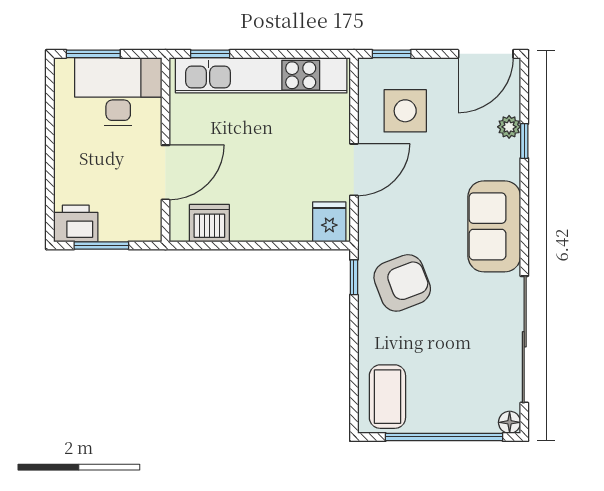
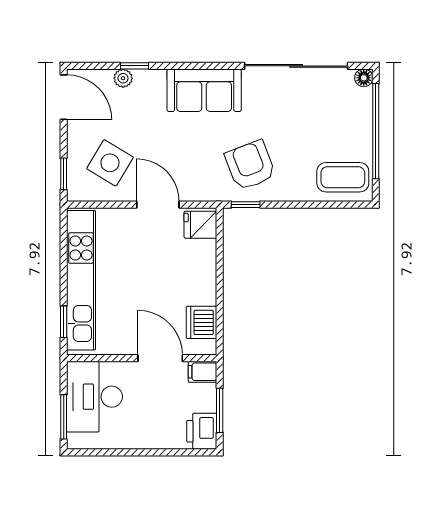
side table: (405, 111) -> (110, 163), turned 31
filing cabinet: (149, 224) -> (202, 372), added

